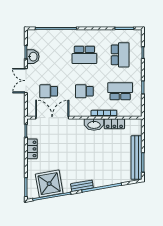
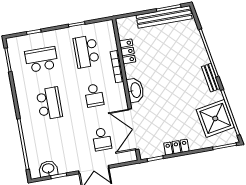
washbasin: (33, 57) -> (48, 169), moved
washbasin: (94, 125) -> (135, 90), moved

